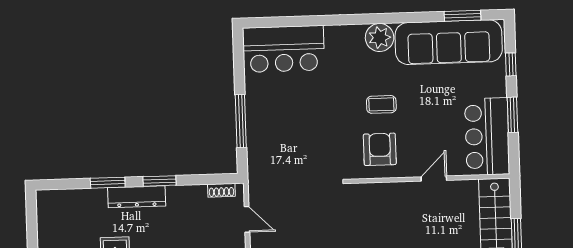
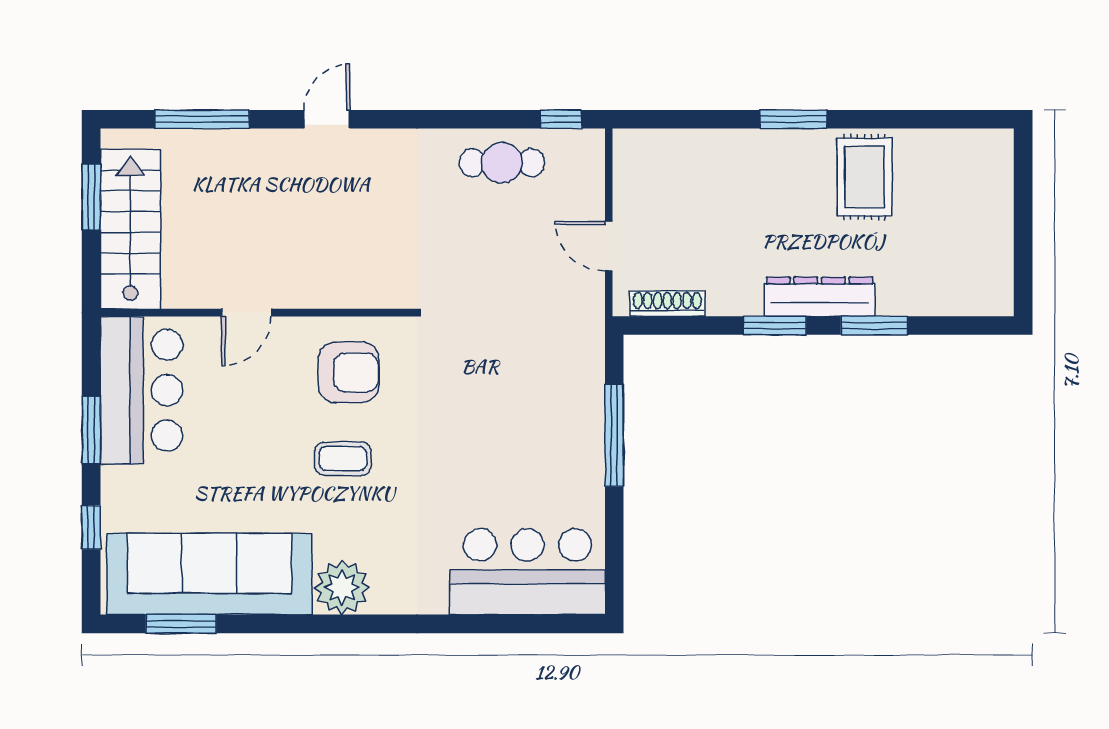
armchair: (380, 149) -> (349, 372), turned -90
shoe rack: (221, 190) -> (667, 304), width x1.43

